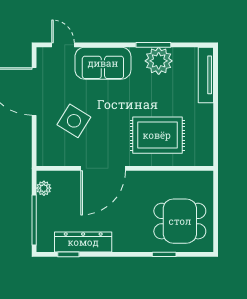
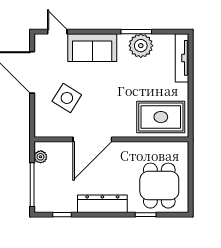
rug: (157, 135) -> (161, 117), moved
dining table: (180, 221) -> (159, 186), turned 90
dresser: (83, 242) -> (102, 204), moved

